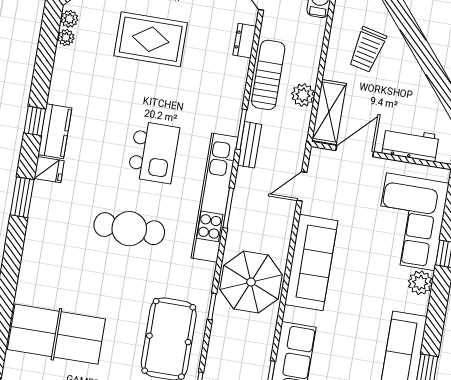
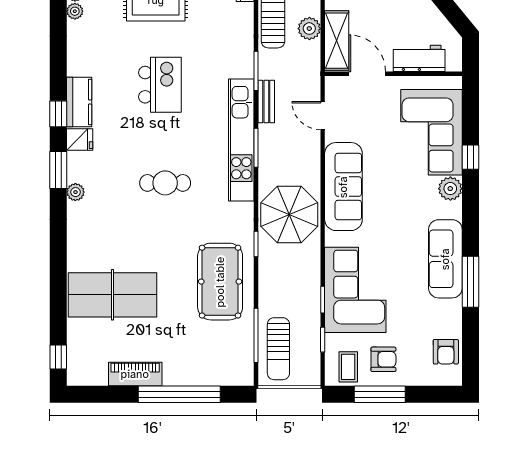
window: (35, 121) -> (58, 114), moved
bench: (250, 145) -> (266, 102), moved
door: (355, 151) -> (367, 74), hinge flipped
kitchen island: (154, 152) -> (160, 85), moved
door: (302, 186) -> (323, 116), hinge flipped
plant: (36, 223) -> (75, 192), added
cafe table: (129, 229) -> (165, 183), width x0.73, depth x0.74

